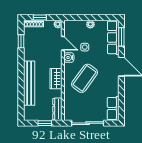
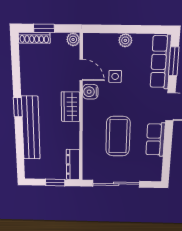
window: (21, 41) -> (18, 107), moved
coffee table: (85, 78) -> (118, 136), moved, turned -36
wardrobe: (56, 79) -> (71, 107), moved
row of seats: (113, 108) -> (156, 140), moved

